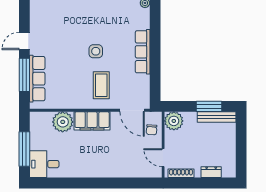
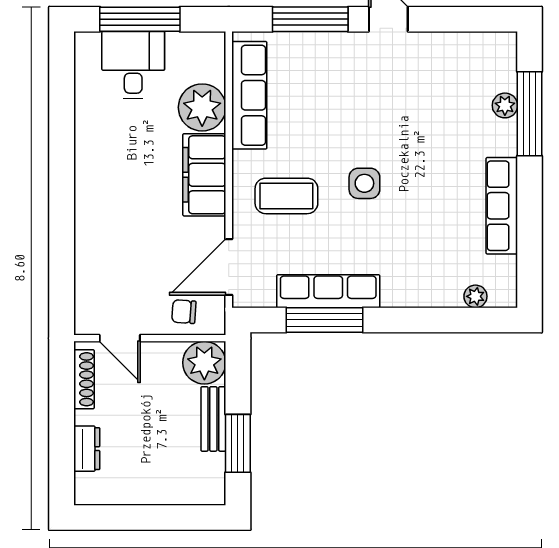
row of seats: (143, 52) -> (328, 291), moved
window: (155, 69) -> (324, 320), added
row of seats: (37, 79) -> (249, 95), moved, turned -90
bench: (217, 117) -> (213, 419), moved, width x0.73
door: (163, 158) -> (120, 338), swing flipped
desk: (44, 164) -> (133, 65), moved

